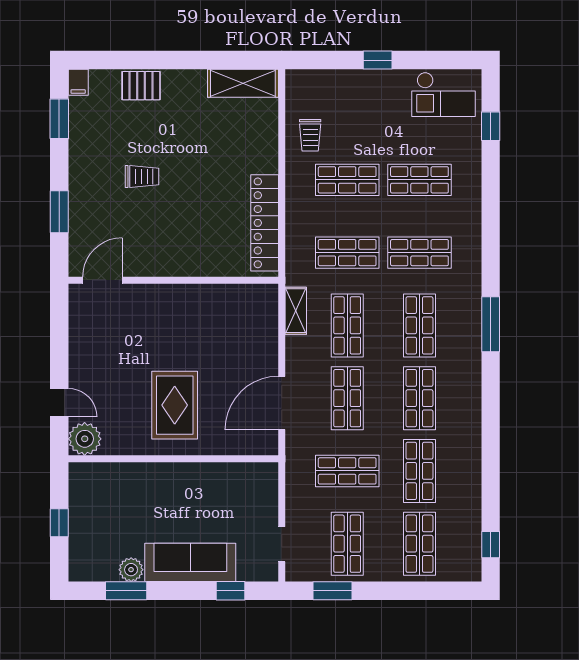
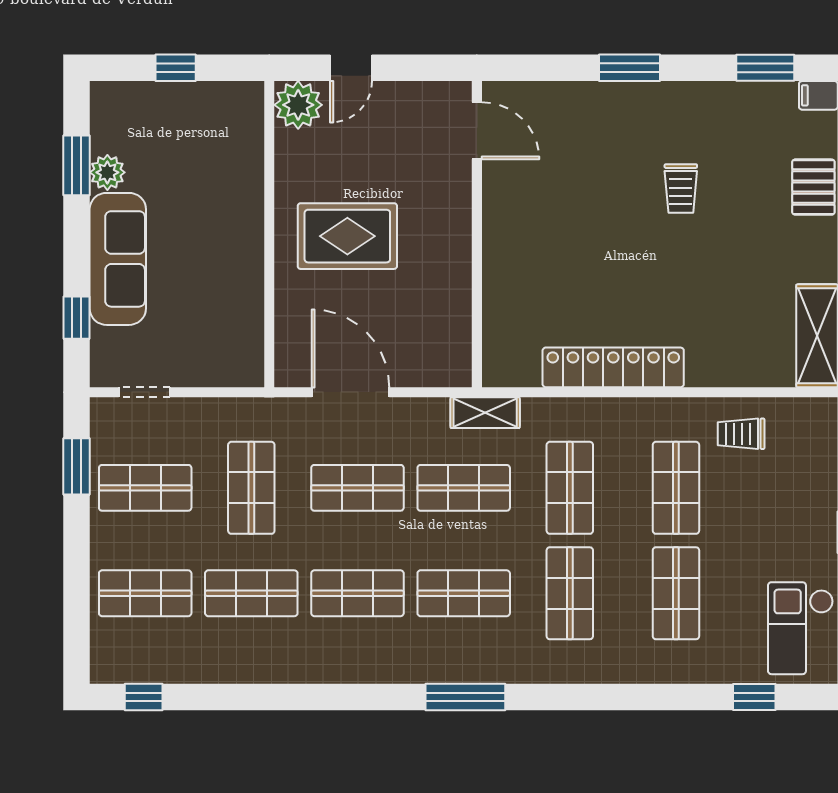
door: (102, 280) -> (477, 131), moved
wall: (173, 280) -> (477, 234), moved

